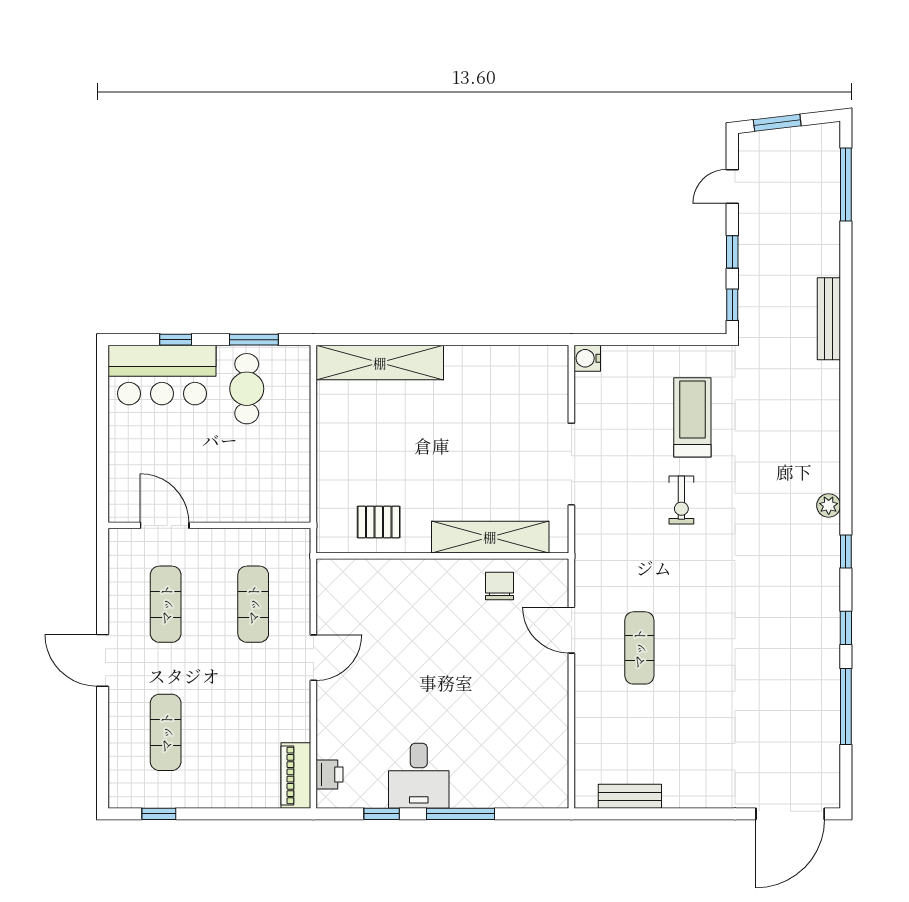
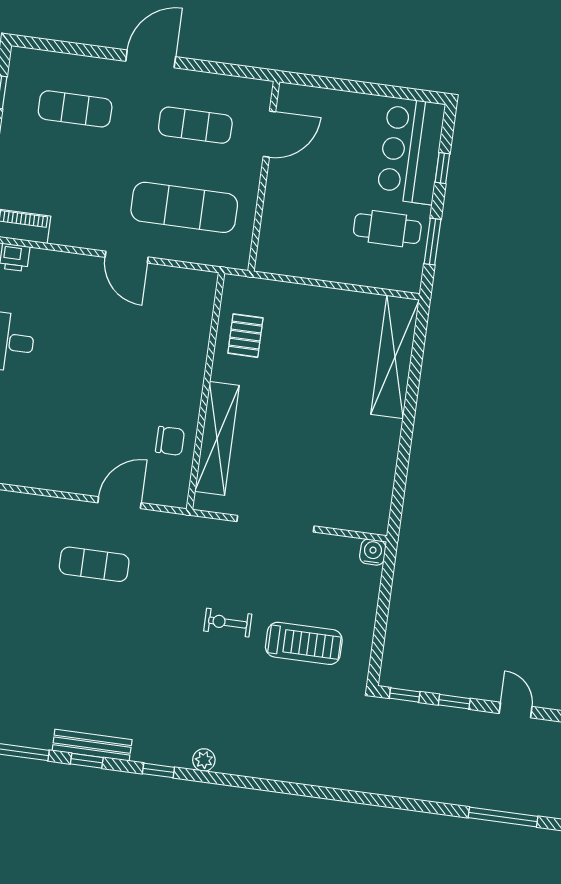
bench: (829, 319) -> (92, 745), moved
exercise mat: (253, 604) -> (184, 207), width x1.36, depth x1.45

